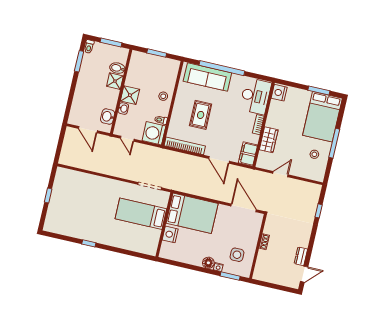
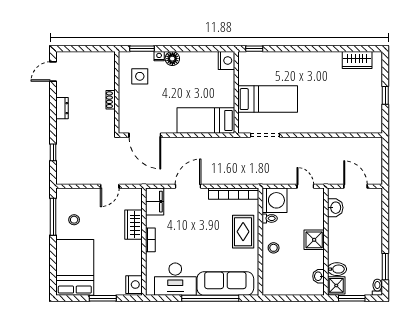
window: (157, 53) -> (293, 298), removed
shower: (115, 81) -> (336, 285), moved
window: (319, 90) -> (103, 298), moved
desk: (255, 96) -> (175, 279), moved, turned -90
washbasin: (123, 108) -> (318, 276), moved
rug: (201, 115) -> (243, 232), moved
window: (334, 143) -> (53, 217), moved
door: (219, 160) -> (188, 186), hinge flipped
bed: (192, 213) -> (206, 120), width x0.67
wardrobe: (64, 228) -> (357, 60), added
nightstand: (170, 234) -> (226, 60), moved
window: (89, 243) -> (254, 49), moved
dresser: (301, 256) -> (62, 108), moved

